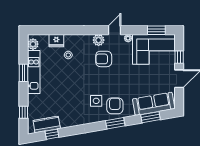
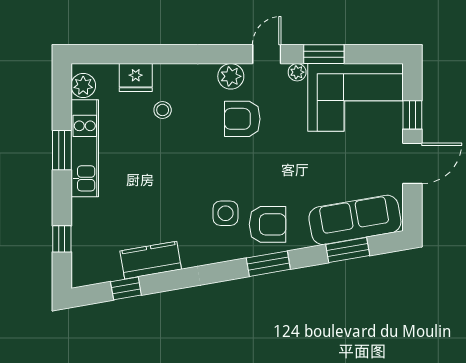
window: (156, 30) -> (324, 54), moved
armchair: (115, 106) -> (268, 224), turned 90
kitchen counter: (47, 124) -> (151, 260), moved

